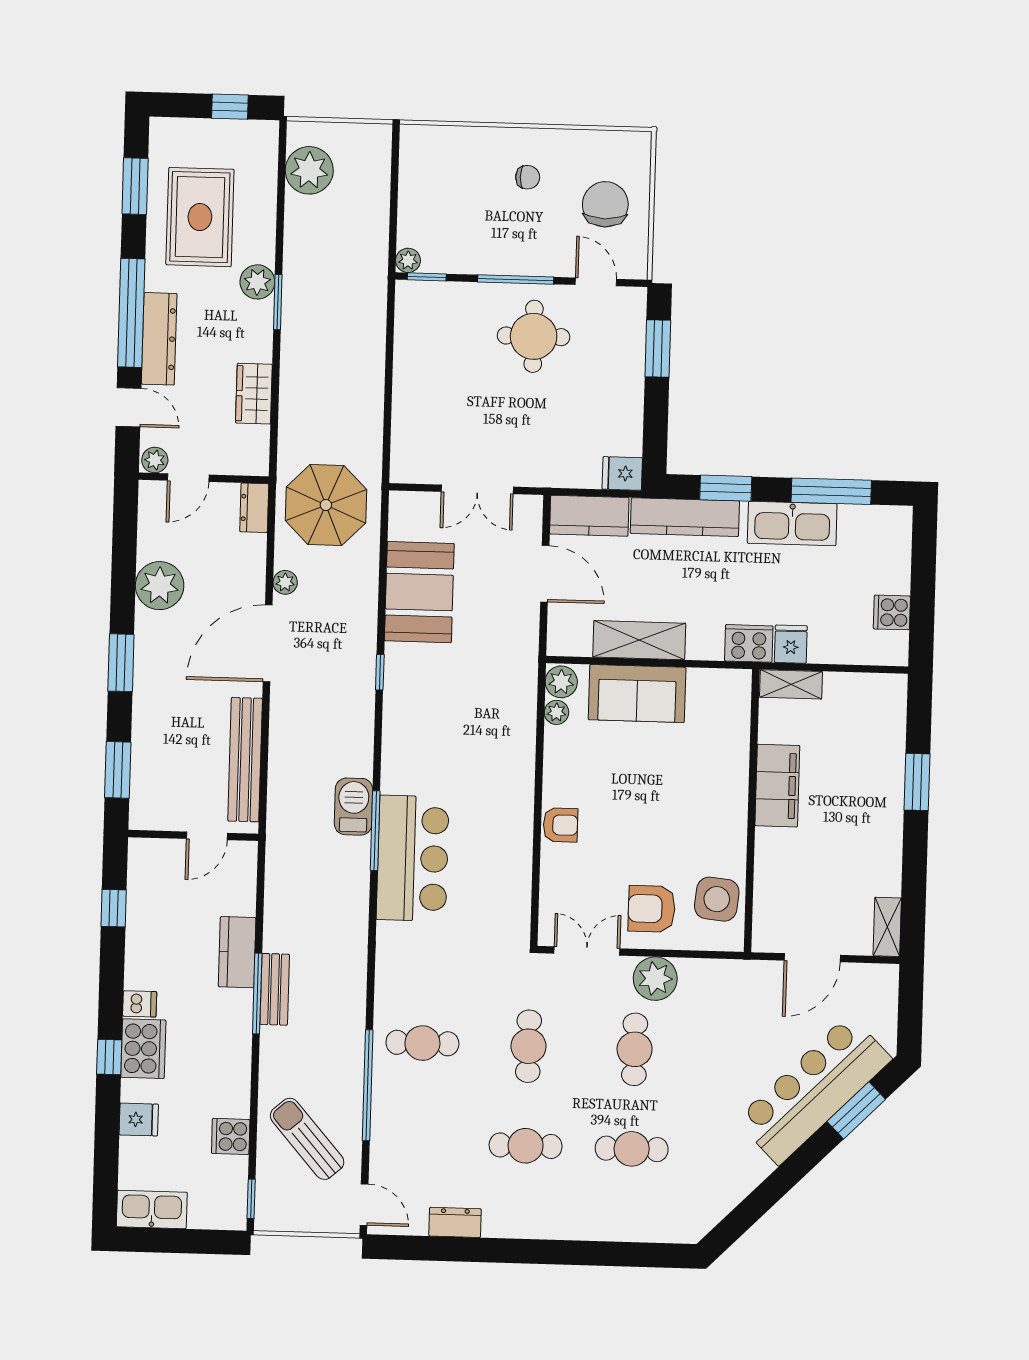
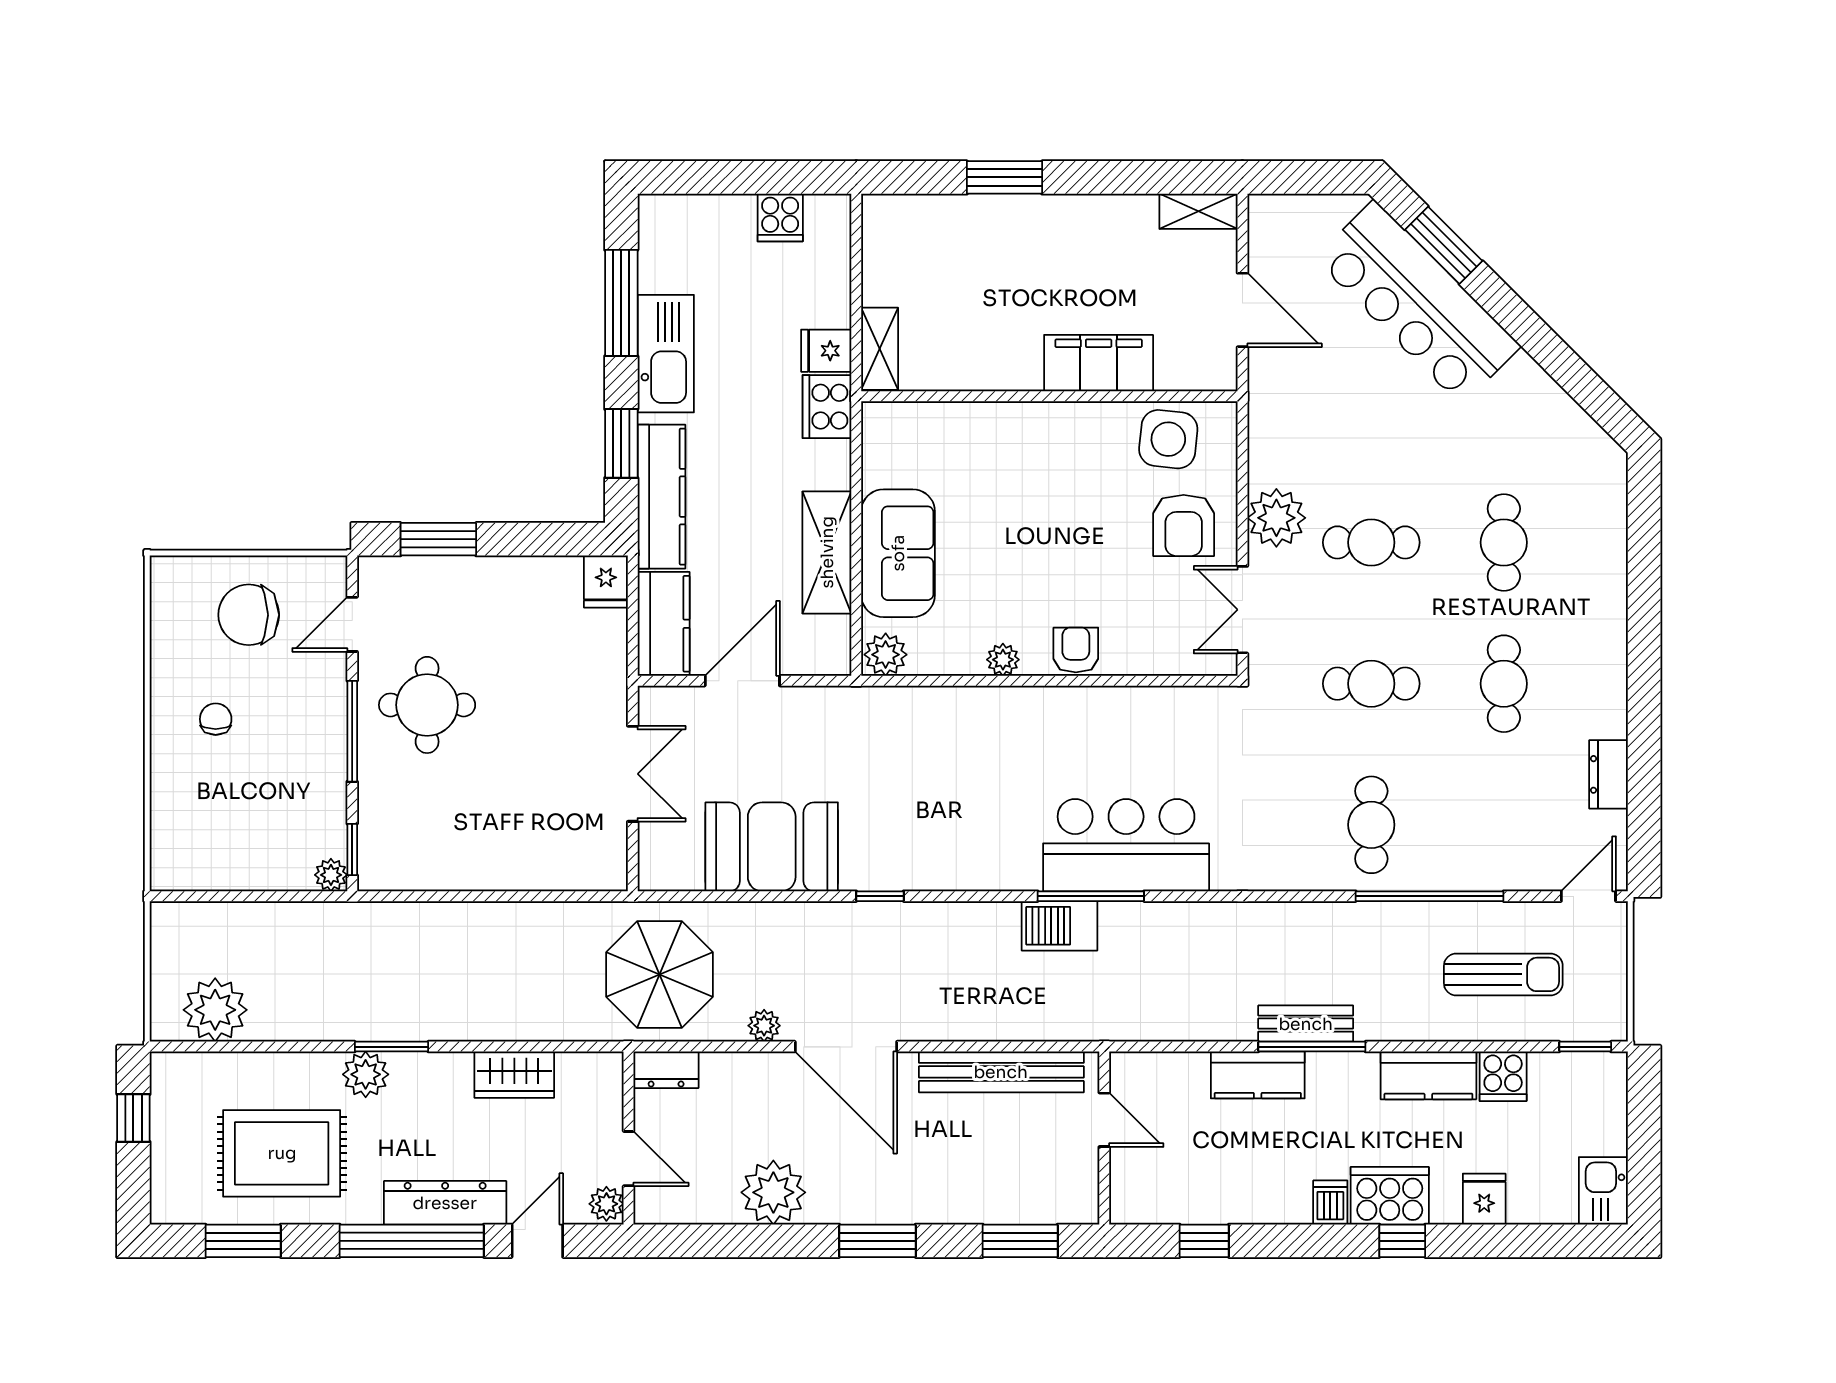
plant: (556, 712) -> (1003, 660), moved
filing cabinet: (777, 786) -> (1099, 363), moved
kitchen counter: (233, 1080) -> (1428, 1075), added
sun lounger: (307, 1139) -> (1503, 974), turned -139
kitchen sink: (152, 1209) -> (1603, 1191), width x0.73

